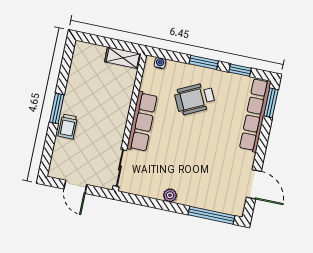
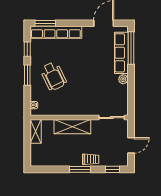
shelving: (119, 110) -> (72, 127), added
row of seats: (142, 122) -> (121, 53), moved, turned -90
window: (47, 154) -> (112, 169), added

